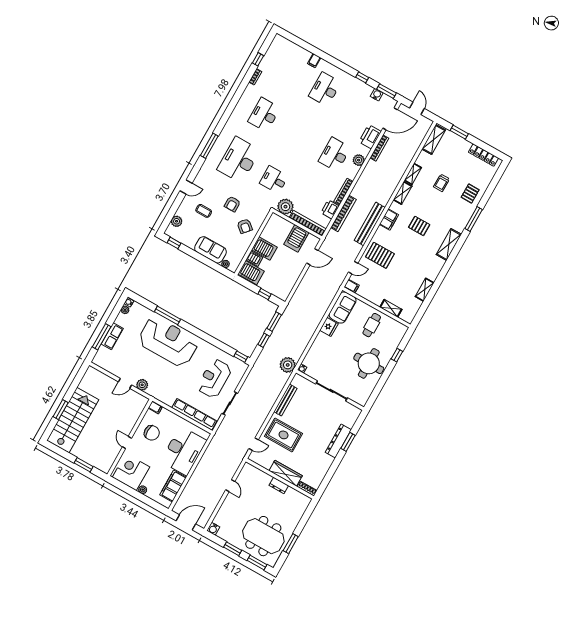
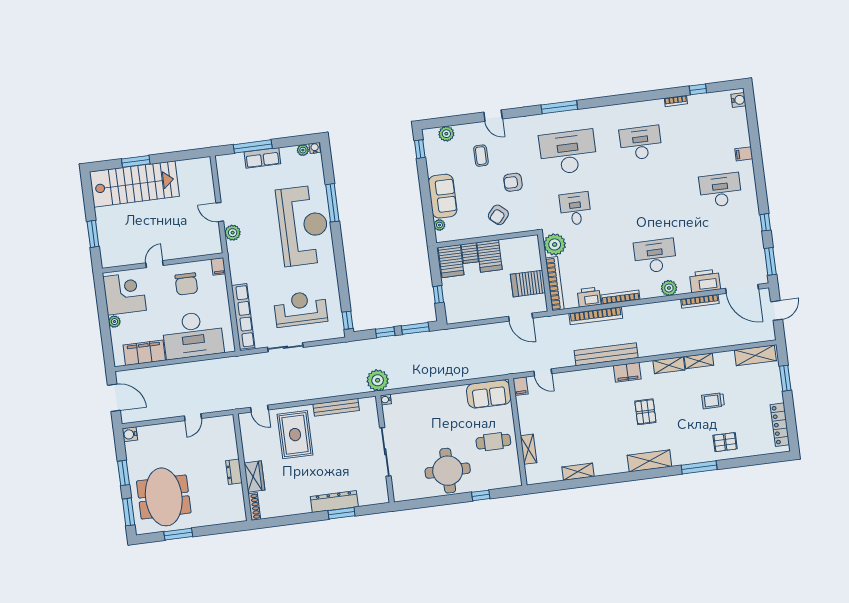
water cooler: (377, 95) -> (738, 100), moved
pallet: (380, 255) -> (579, 392), removed
fridge: (329, 327) -> (455, 395), removed
wardrobe: (286, 473) -> (254, 477), width x0.67

